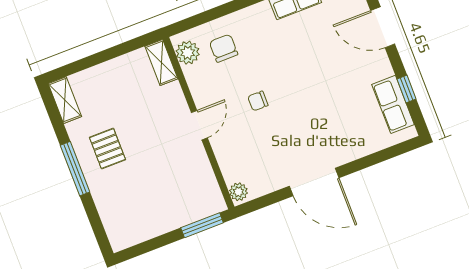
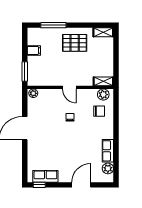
window: (407, 89) -> (39, 185), moved
pallet: (107, 149) -> (75, 43), width x1.50, depth x1.42
window: (75, 169) -> (53, 25), moved
filing cabinet: (154, 223) -> (34, 51), added

